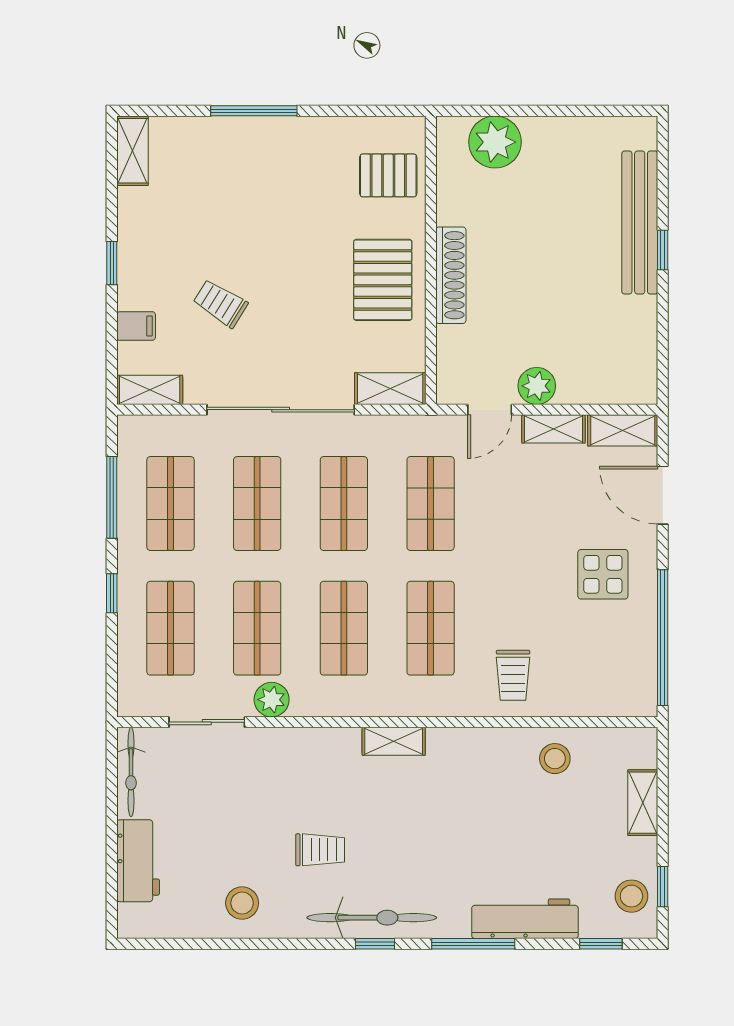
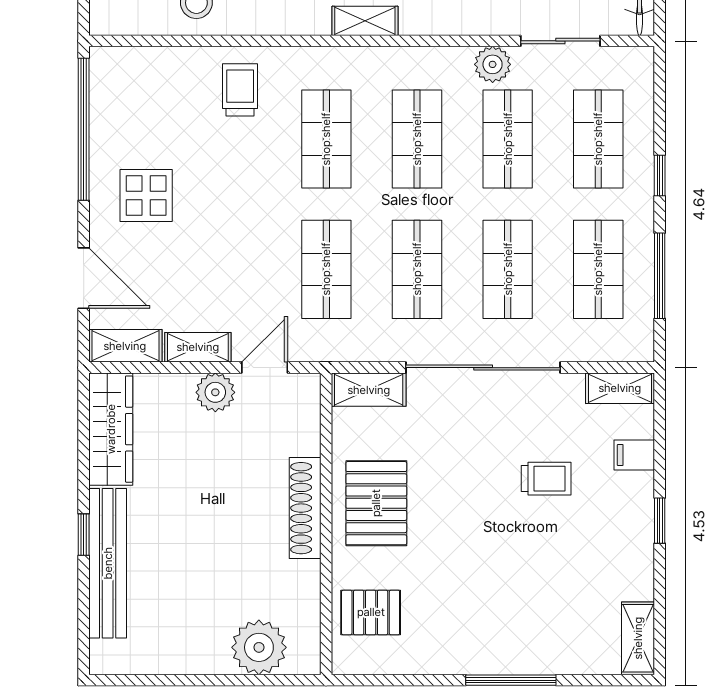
trolley: (220, 303) -> (546, 479), turned -32
wardrobe: (637, 351) -> (111, 429), added

